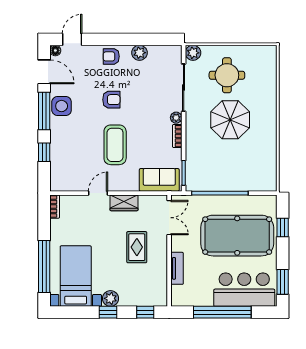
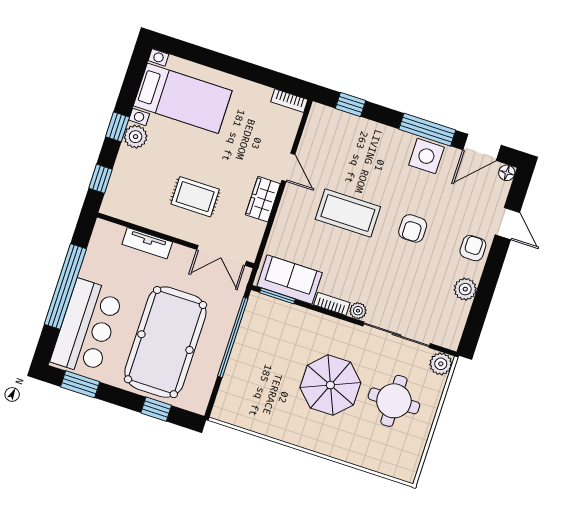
door: (72, 39) -> (507, 224), moved
window: (44, 152) -> (350, 105), moved
sofa: (159, 180) -> (290, 279), moved, turned -90
window: (44, 267) -> (210, 59), removed

